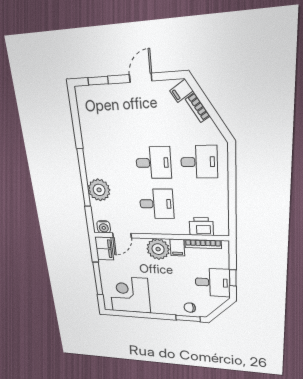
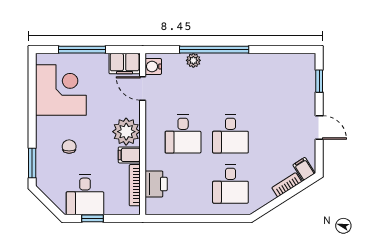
plant: (99, 190) -> (193, 60), width x0.53, depth x0.53
chair: (190, 308) -> (69, 147), moved

